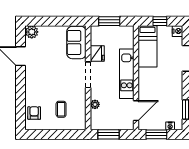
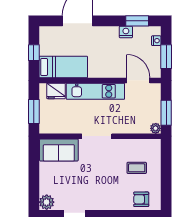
nightstand: (178, 31) -> (126, 32), moved
fridge: (97, 53) -> (56, 91), moved, turned 180
plant: (95, 104) -> (156, 128), moved

